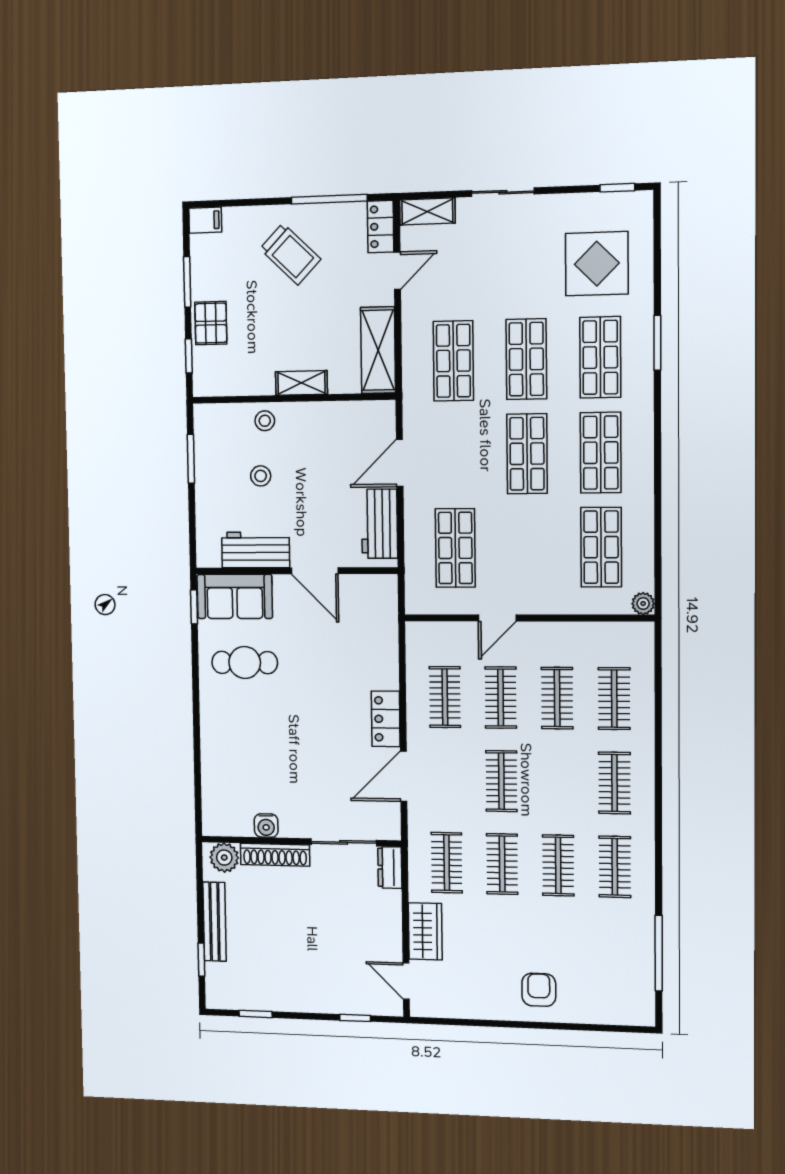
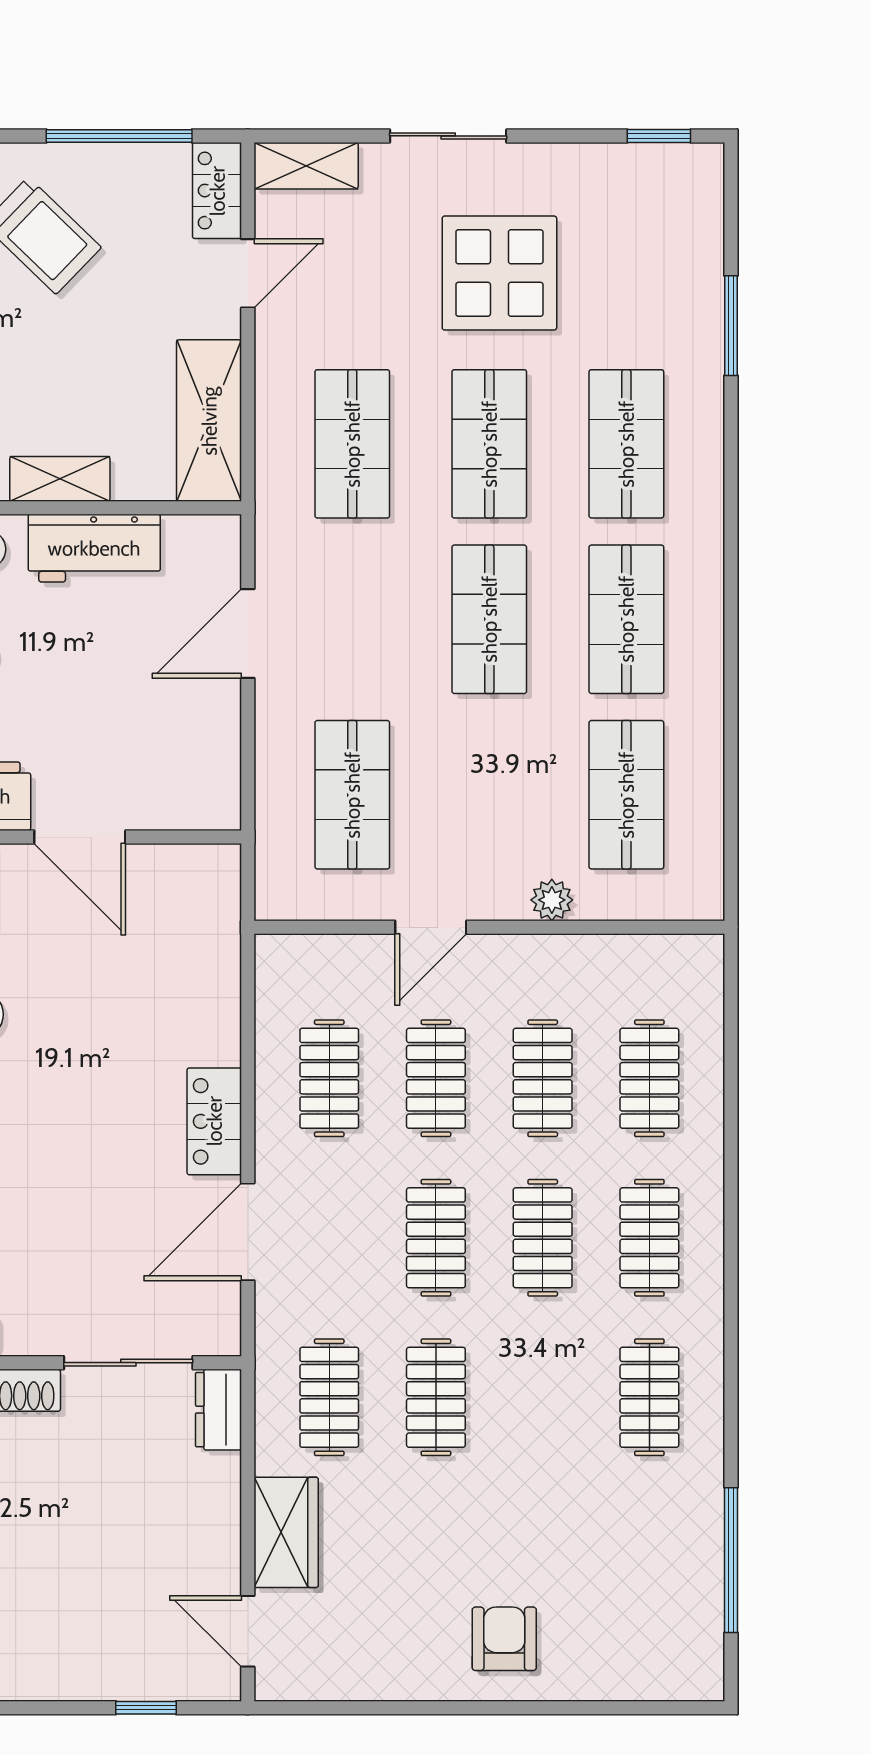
display table: (597, 264) -> (499, 273), moved
window: (657, 343) -> (731, 326), moved
workbench: (379, 524) -> (94, 548), moved, turned -90
plant: (643, 604) -> (552, 900), moved
clothes rail: (558, 865) -> (543, 1238), moved

